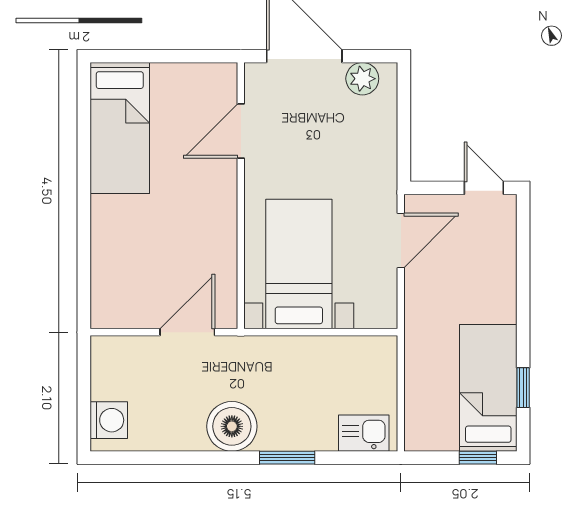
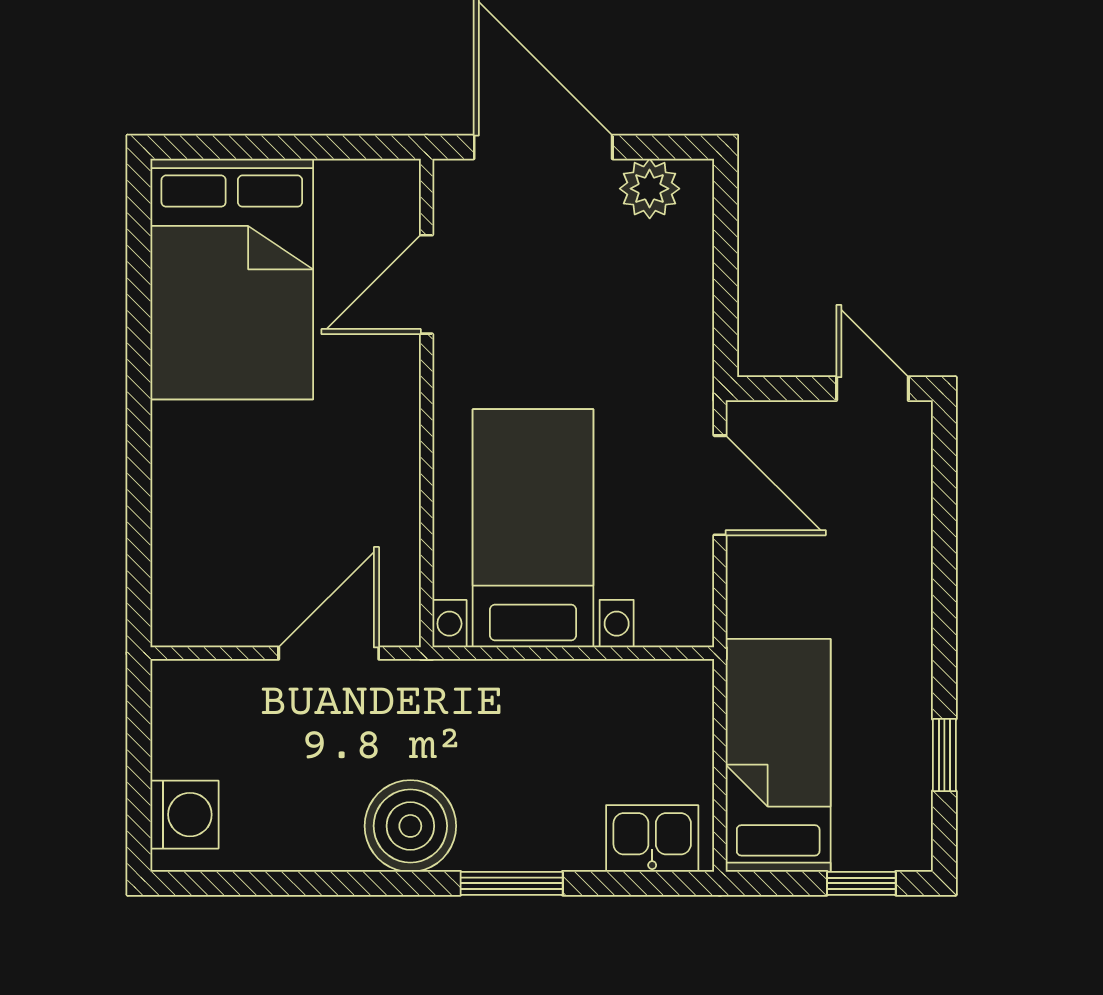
bed: (120, 128) -> (232, 279), width x1.50
door: (401, 241) -> (720, 485), hinge flipped
bed: (488, 388) -> (778, 755), moved

